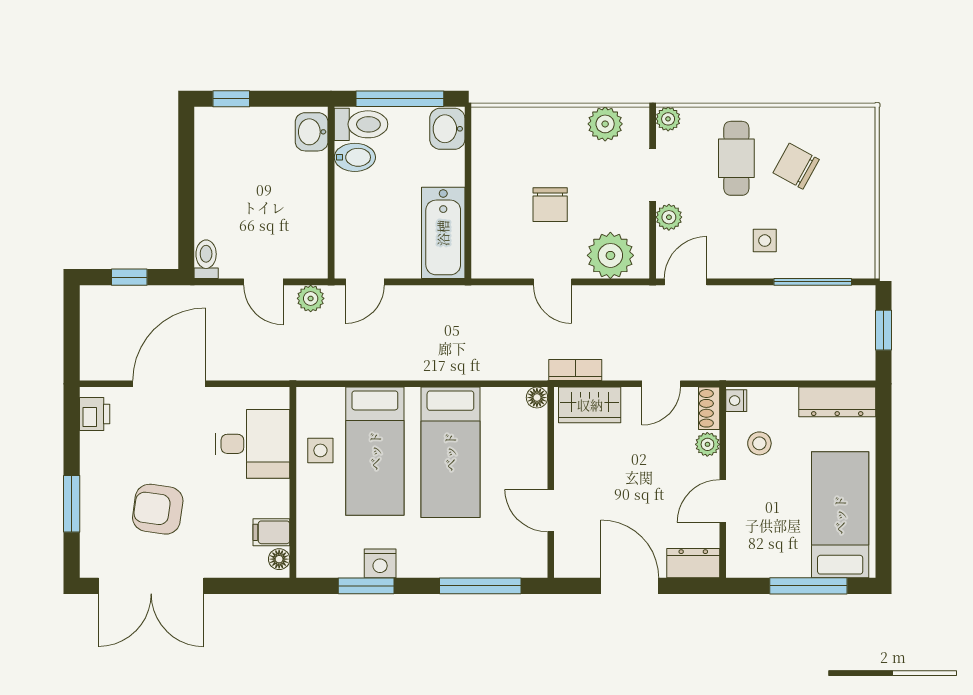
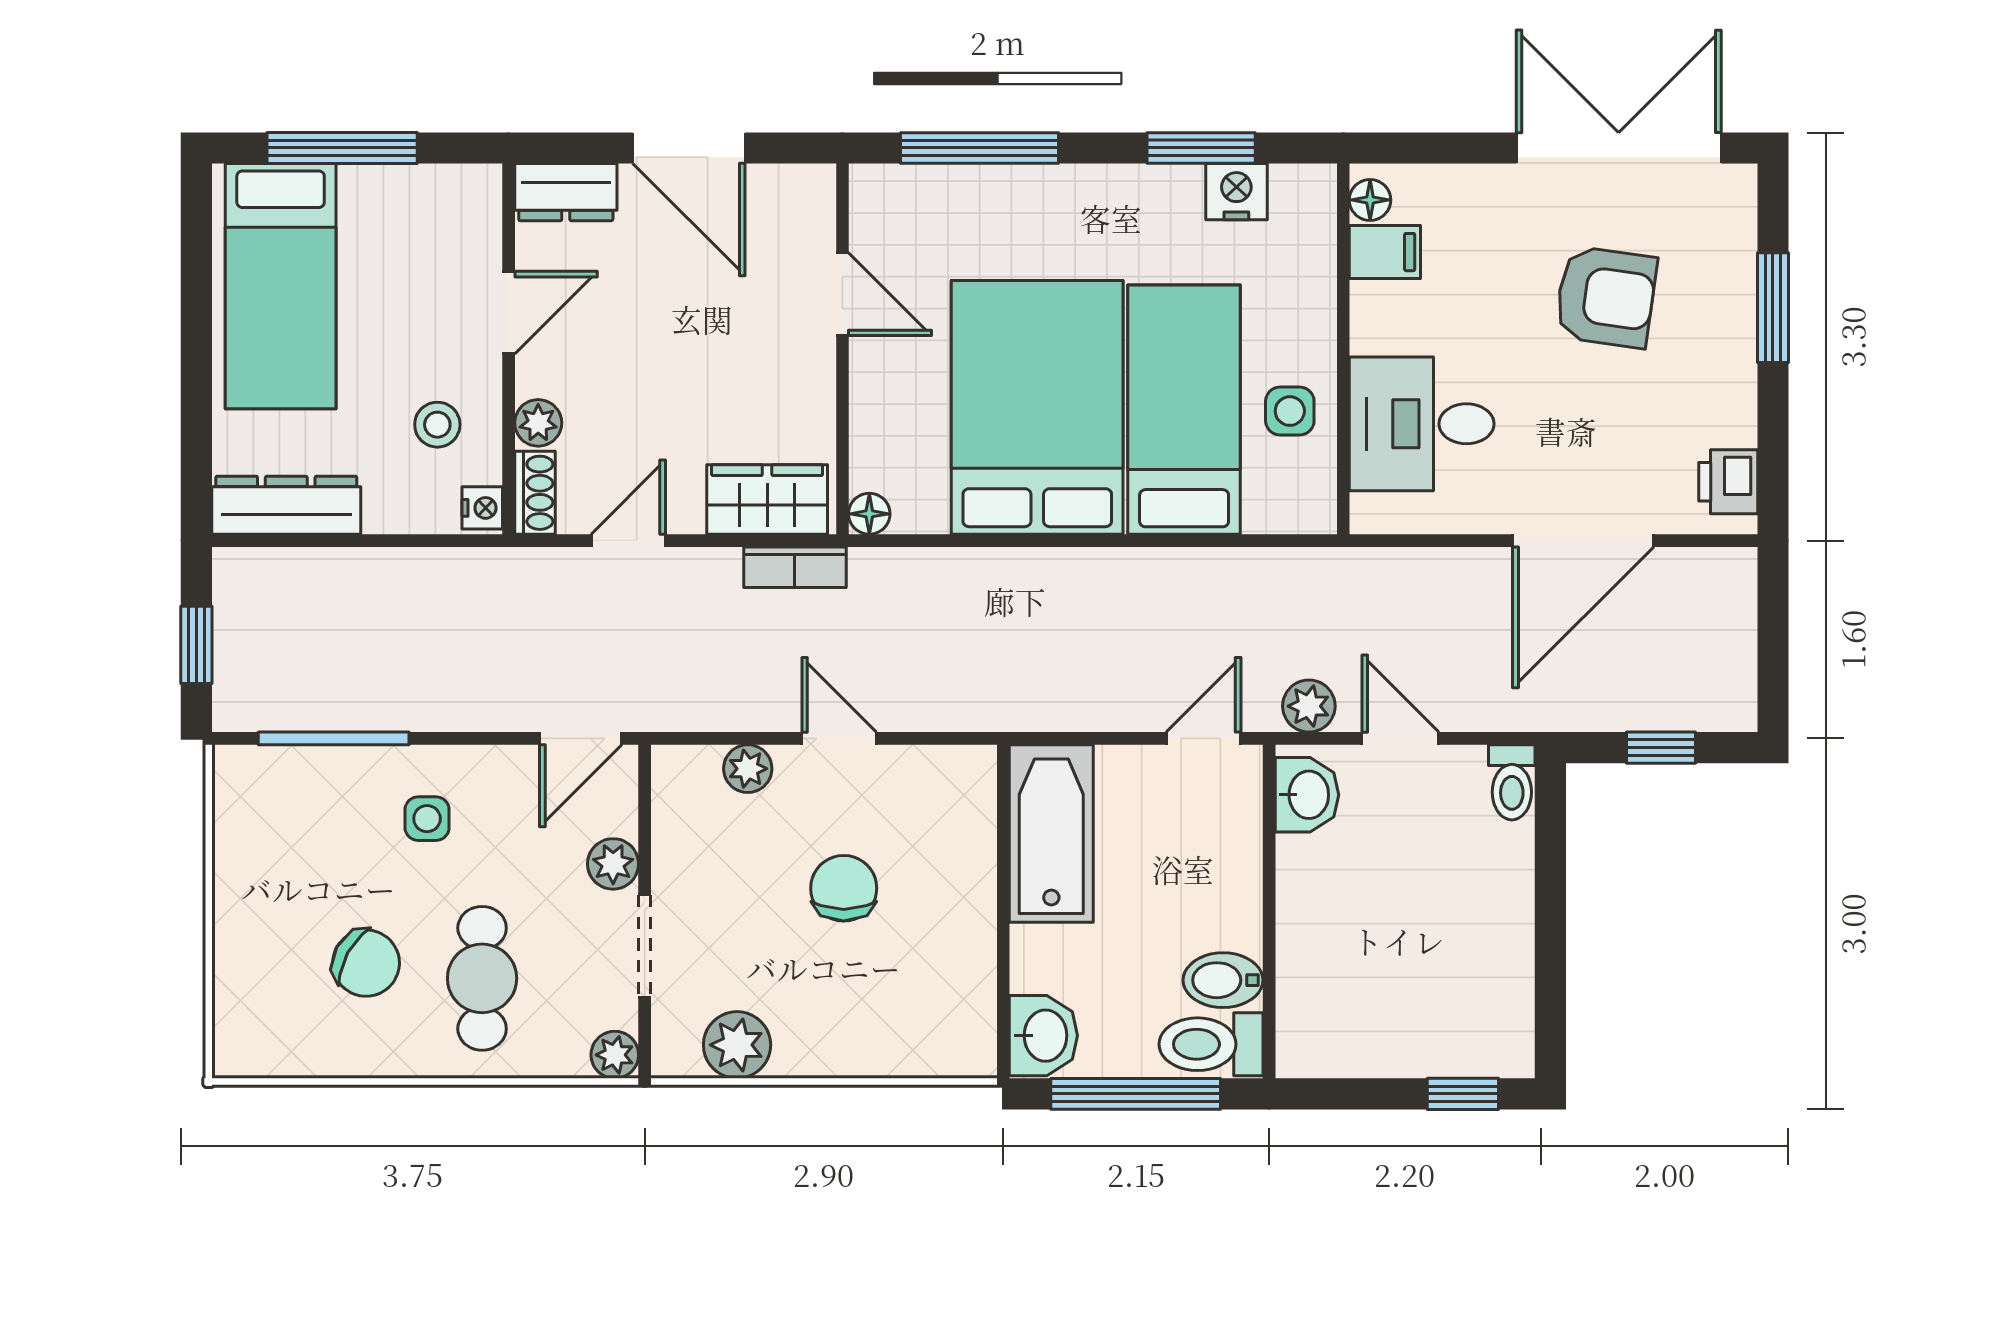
washbasin: (312, 132) -> (1307, 795), moved
plant: (610, 255) -> (748, 769), width x0.53, depth x0.53
bed: (450, 452) -> (1037, 407), width x1.50
nightstand: (380, 563) -> (1236, 192), moved

